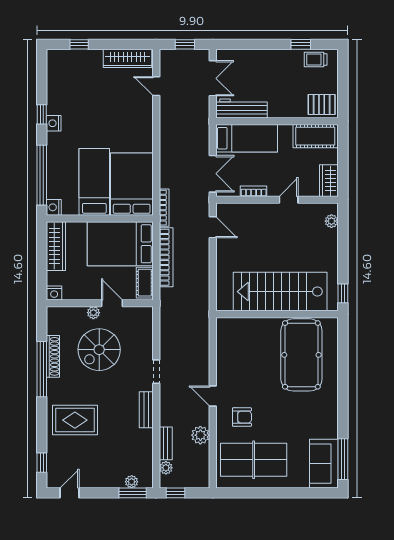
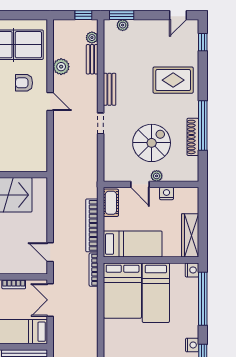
bed: (120, 244) -> (133, 244), width x0.67
nightstand: (54, 293) -> (167, 193), moved

